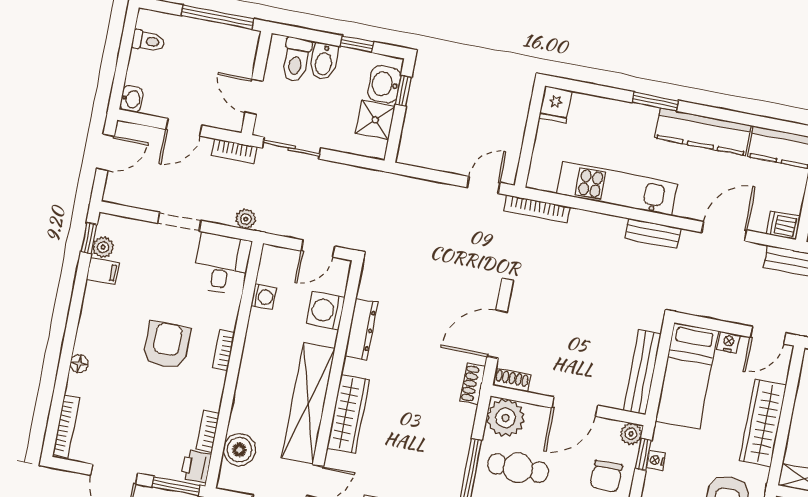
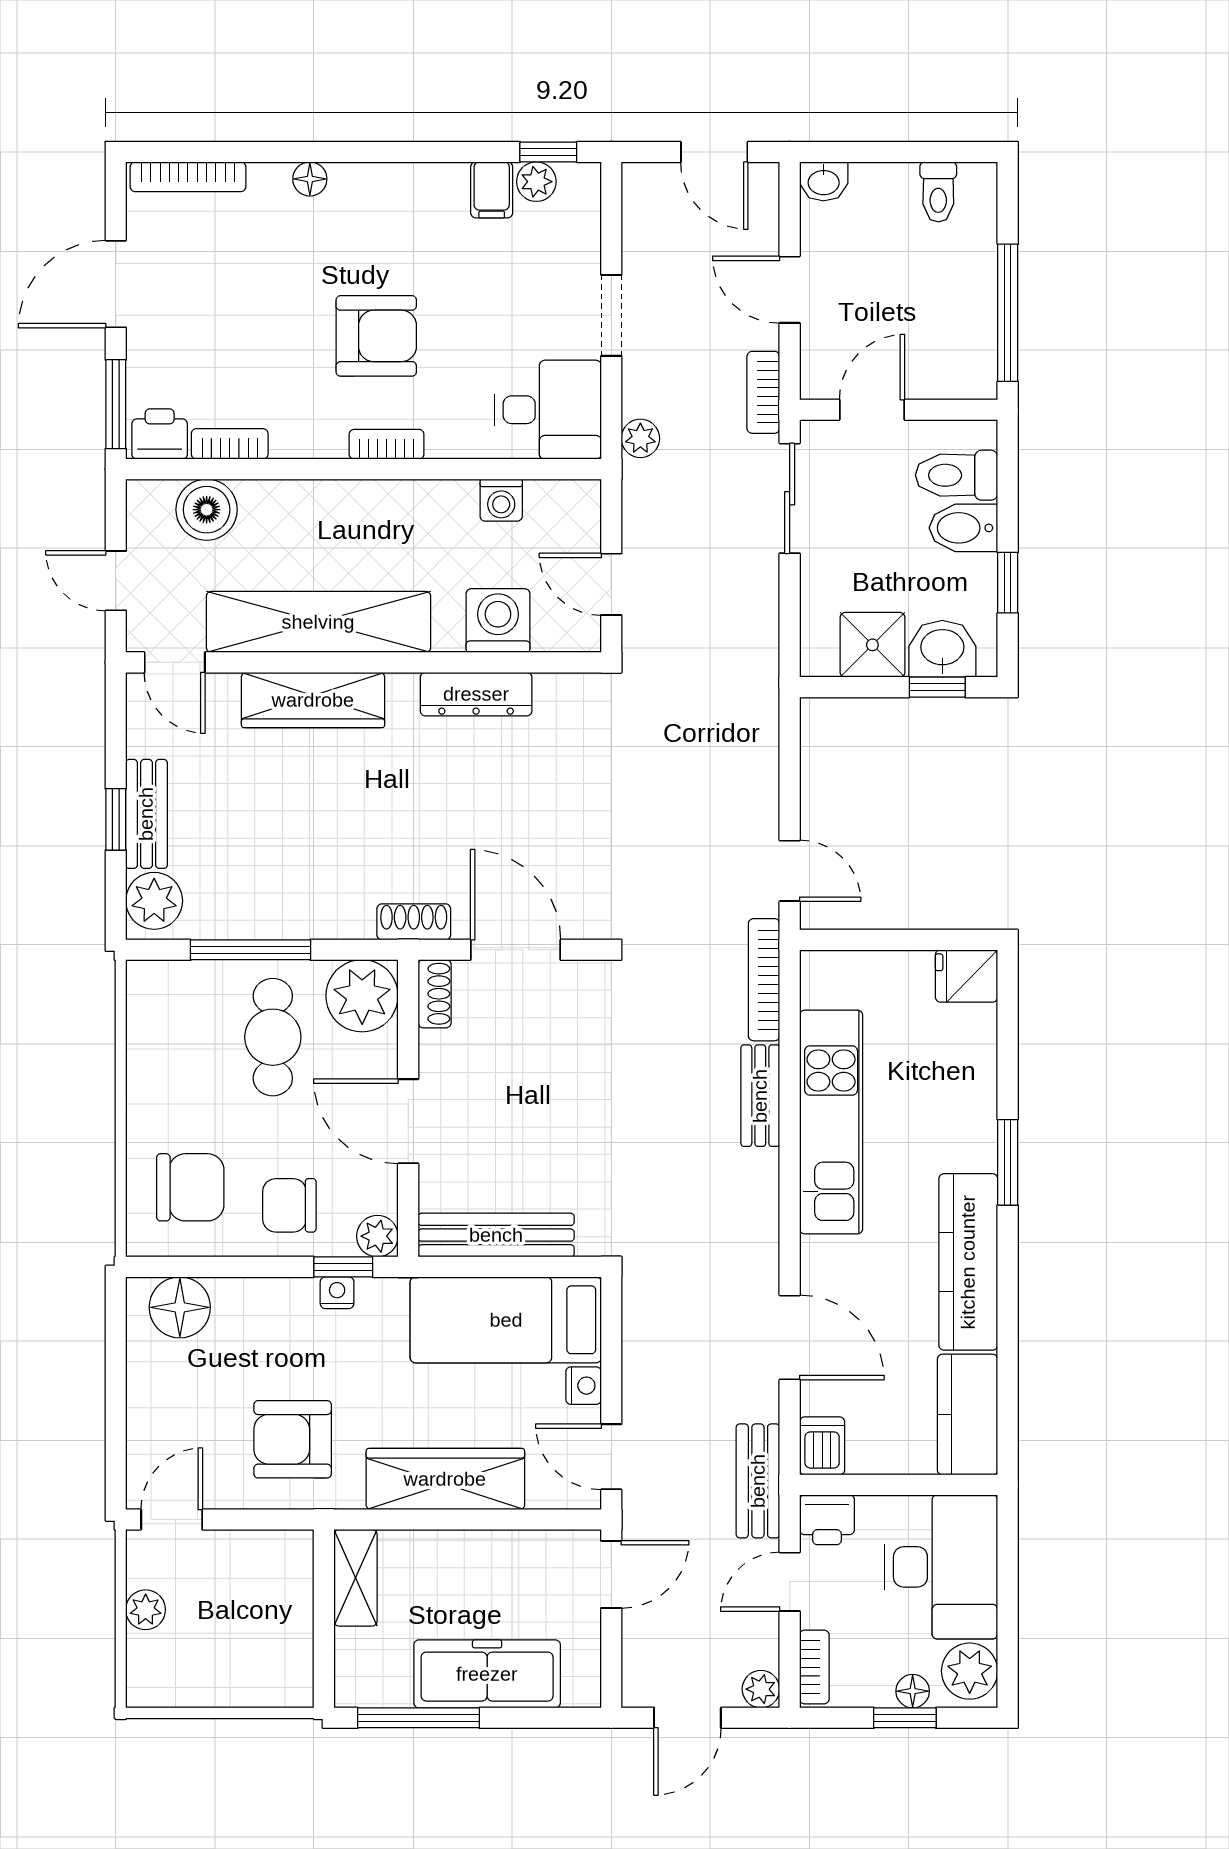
bench: (653, 233) -> (760, 1096), moved

